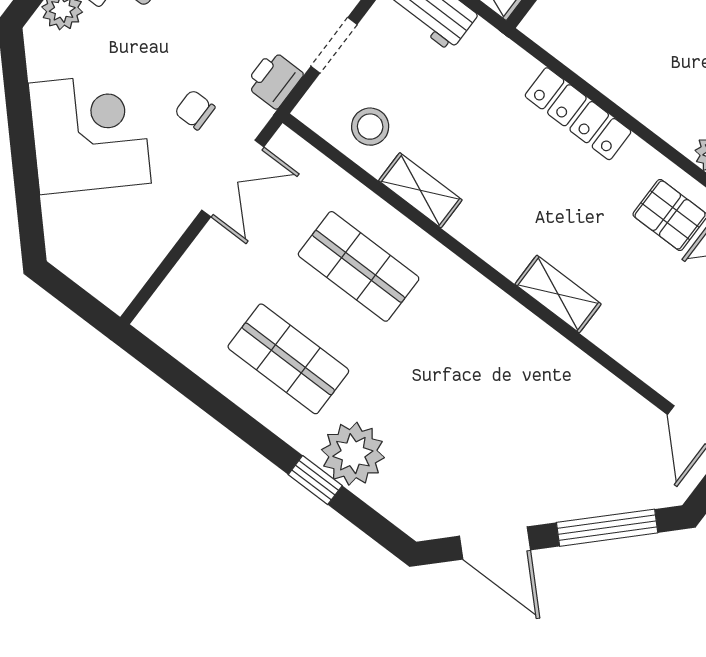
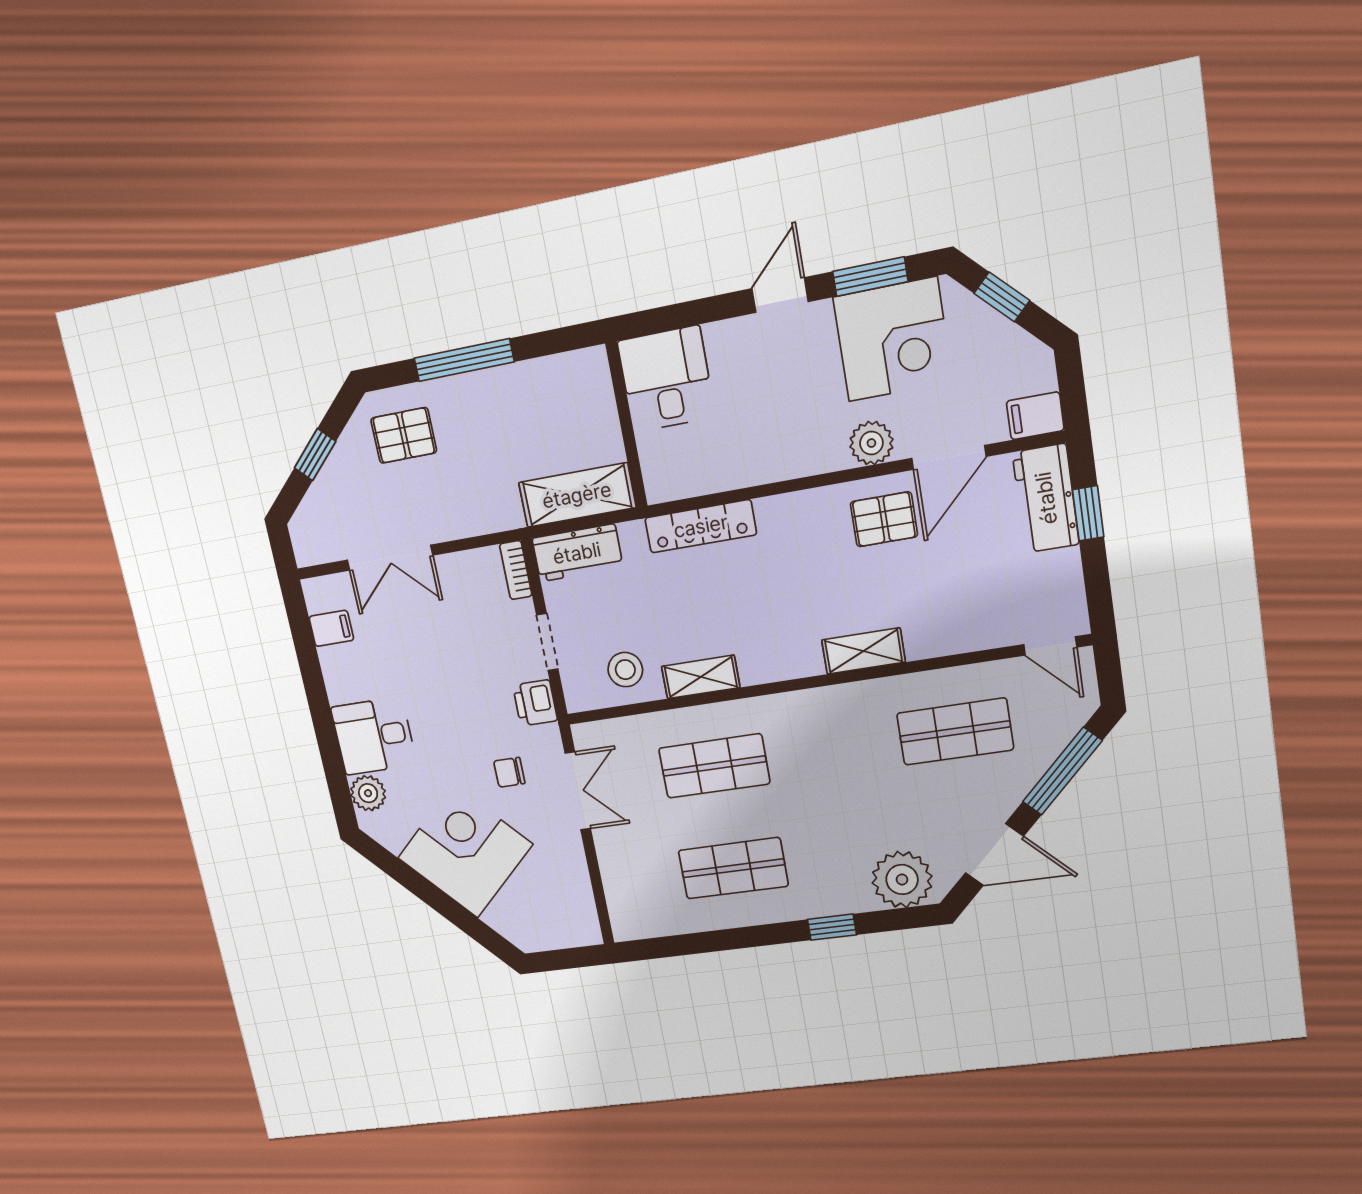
locker: (578, 114) -> (701, 526), moved
shop shelf: (562, 421) -> (955, 732), added
plant: (353, 454) -> (902, 880), moved

